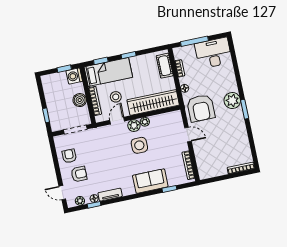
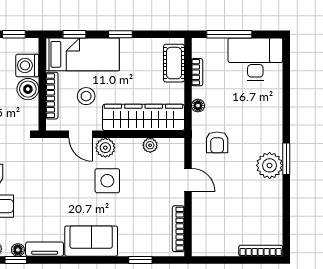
washing machine: (74, 76) -> (27, 65), moved
plant: (232, 101) -> (270, 165), moved
armchair: (201, 108) -> (217, 142), width x0.53, depth x0.53
door: (117, 121) -> (80, 134), swing flipped
plant: (145, 122) -> (150, 145), moved
sofa: (150, 181) -> (91, 241), moved

